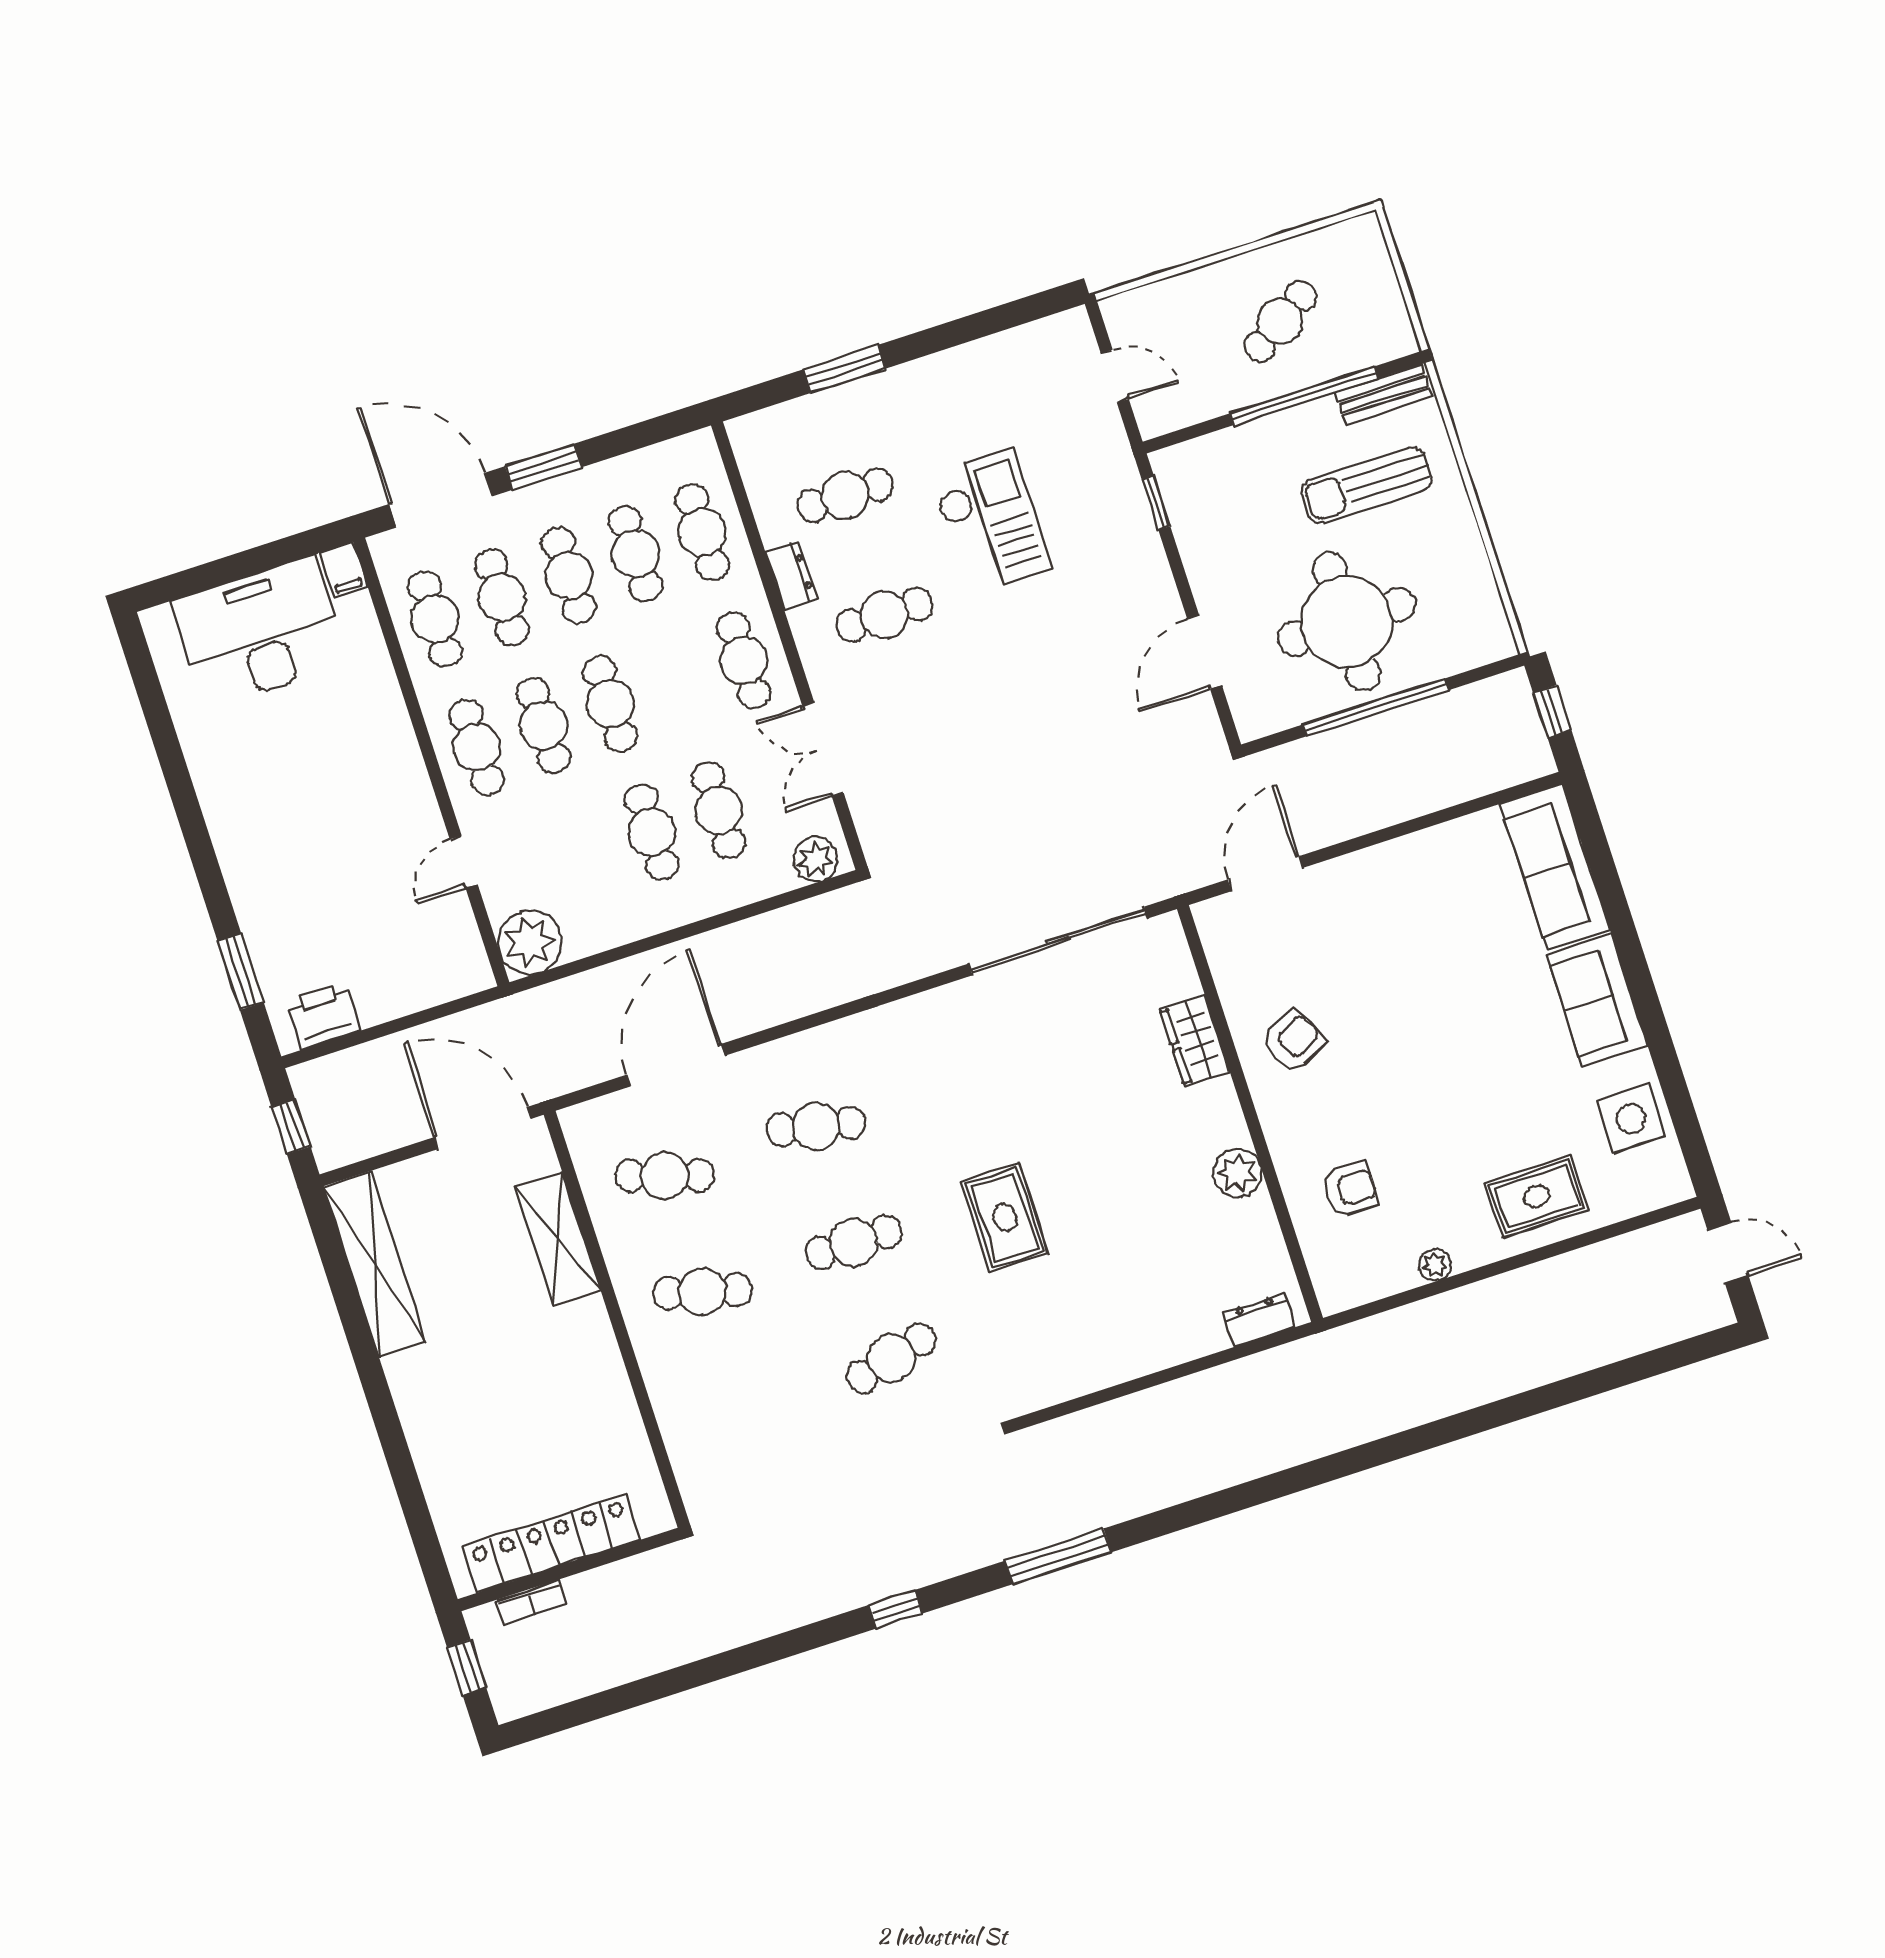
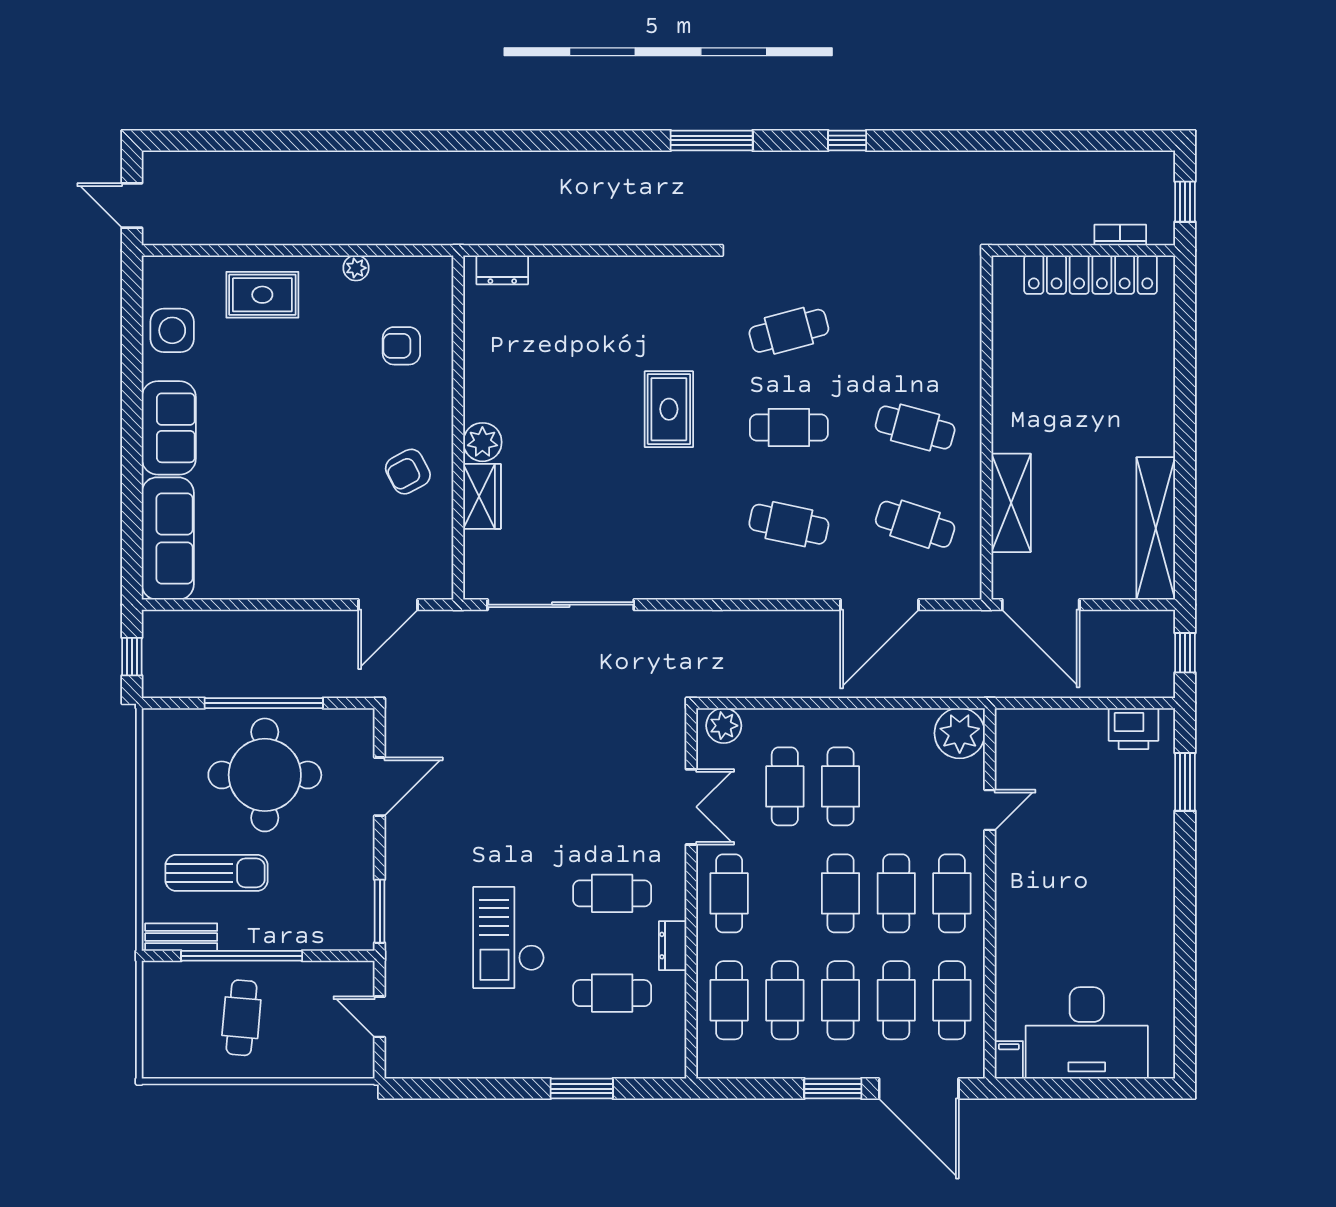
cafe table: (1280, 321) -> (241, 1018), turned -52
window: (1156, 503) -> (380, 911), width x1.50
plant: (1237, 1173) -> (482, 442), moved

